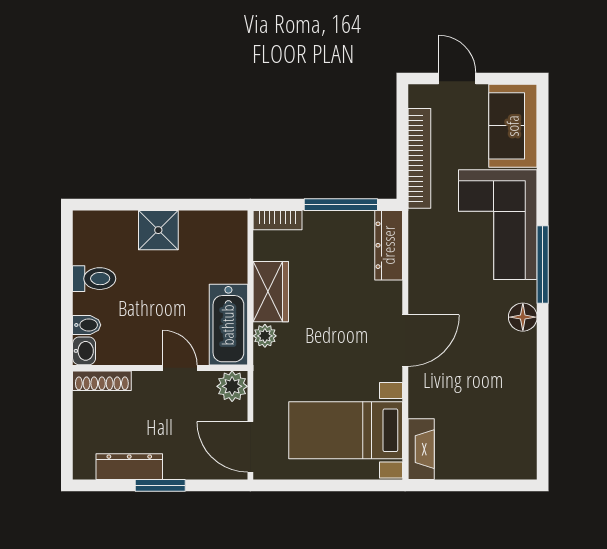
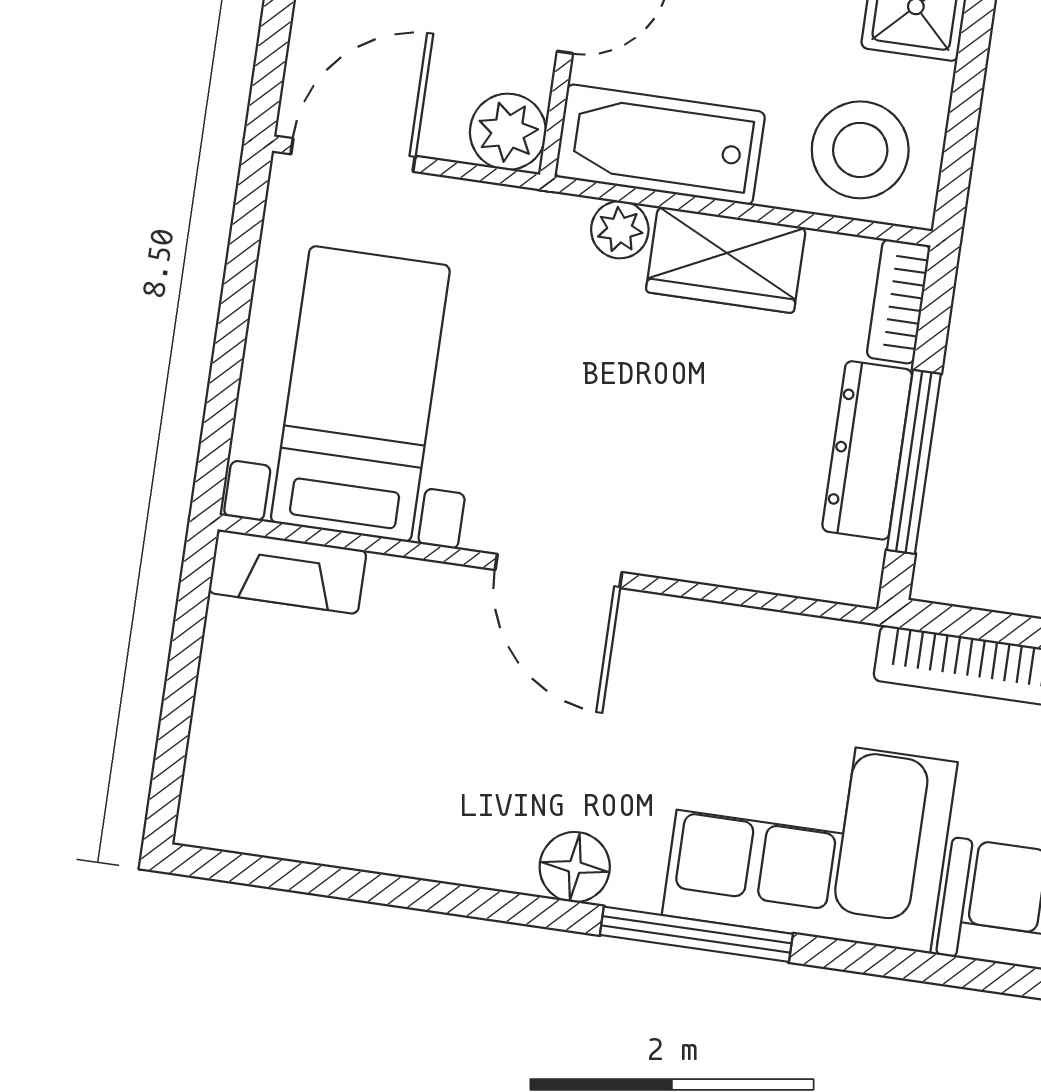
stool: (219, 244) -> (860, 150), added
dresser: (389, 245) -> (867, 450), moved, turned -90

